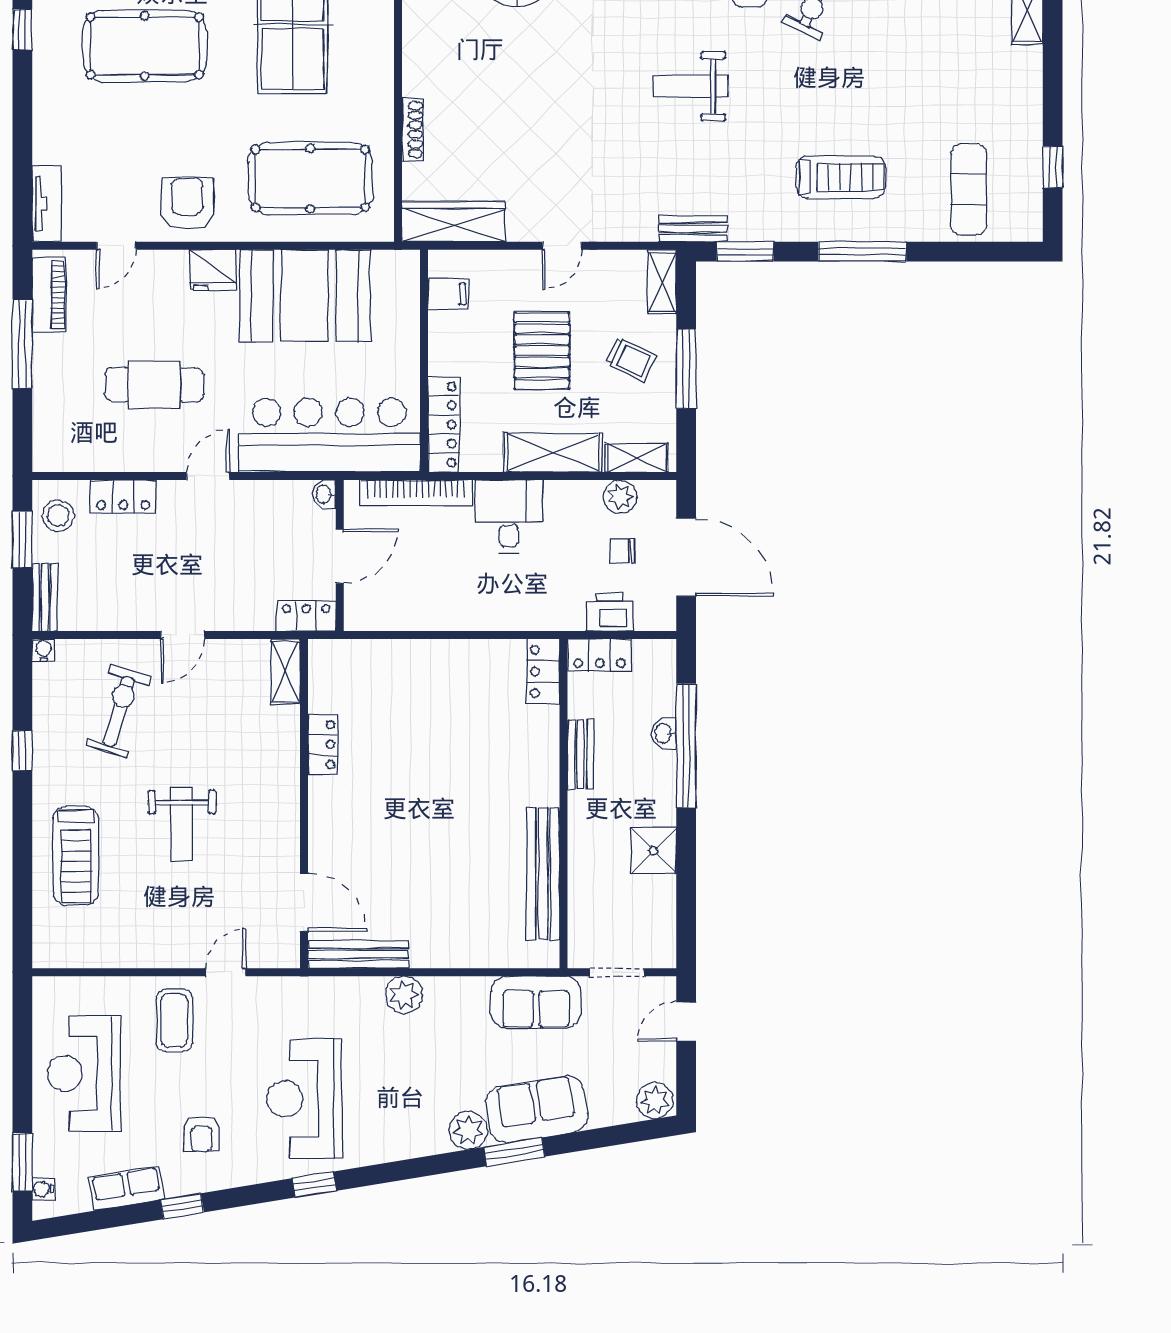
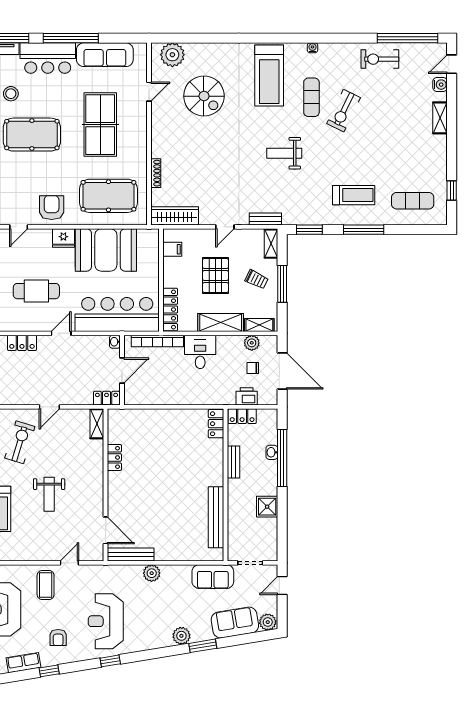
exercise mat: (968, 189) -> (413, 201), turned 90
bench: (693, 229) -> (265, 219), moved
sofa: (537, 1109) -> (235, 623), moved

